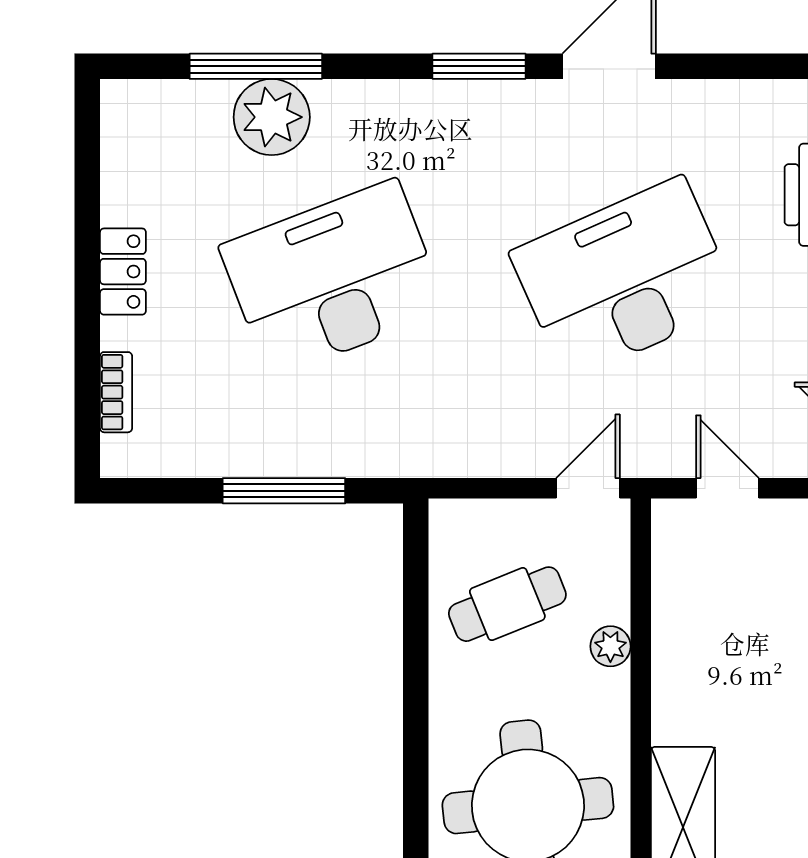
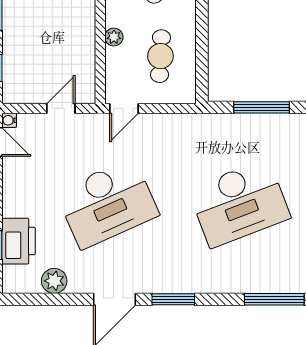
plant: (272, 117) -> (54, 281), moved, width x0.73, depth x0.73
door: (728, 488) -> (61, 108), swing flipped
cafe table: (507, 604) -> (160, 56), turned -65

